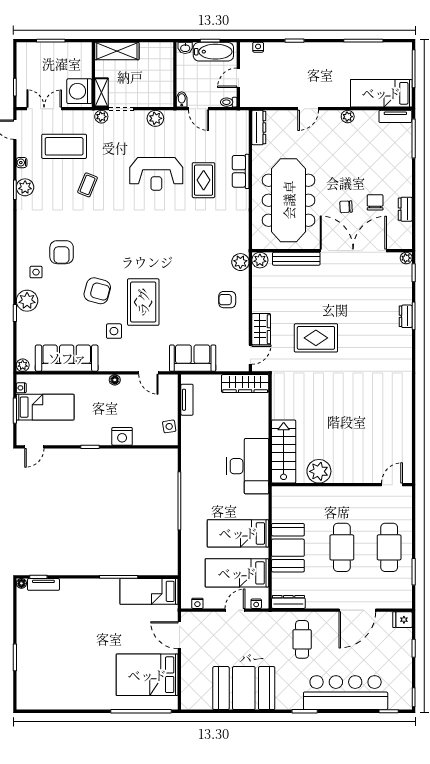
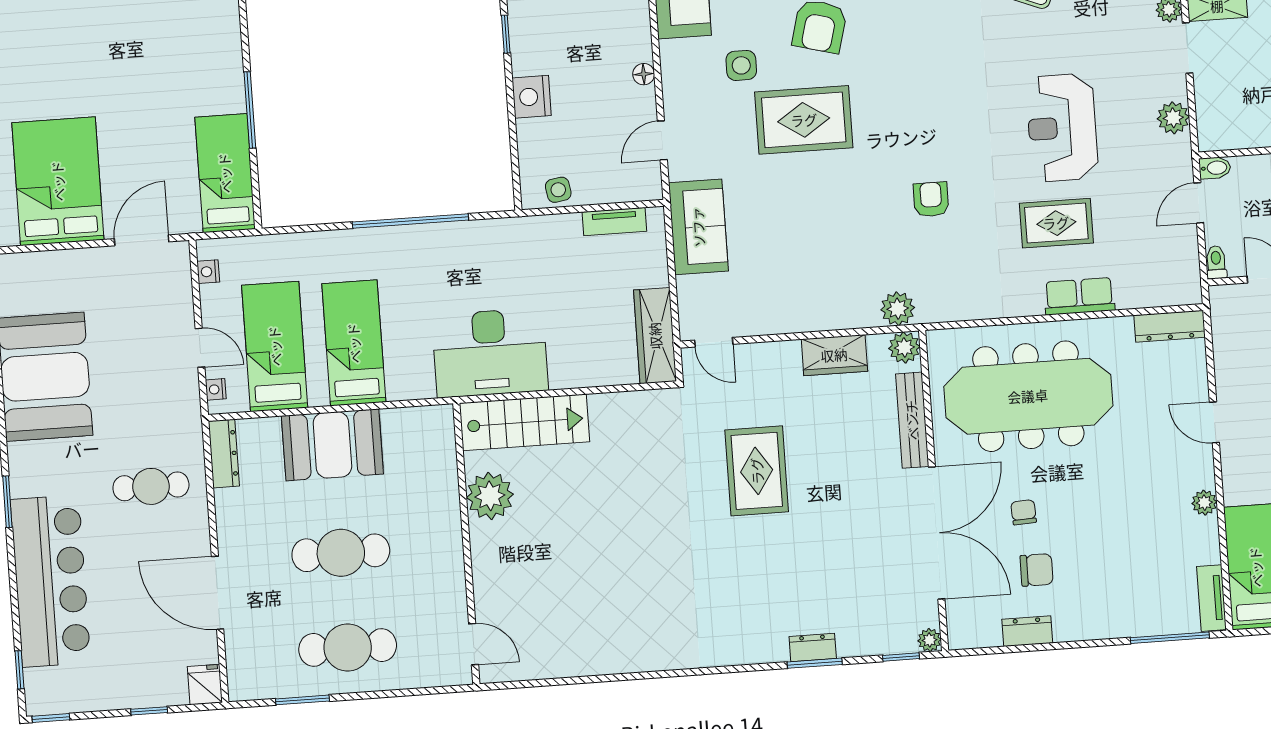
armchair: (227, 300) -> (931, 199), moved
wardrobe: (261, 329) -> (834, 355), moved

